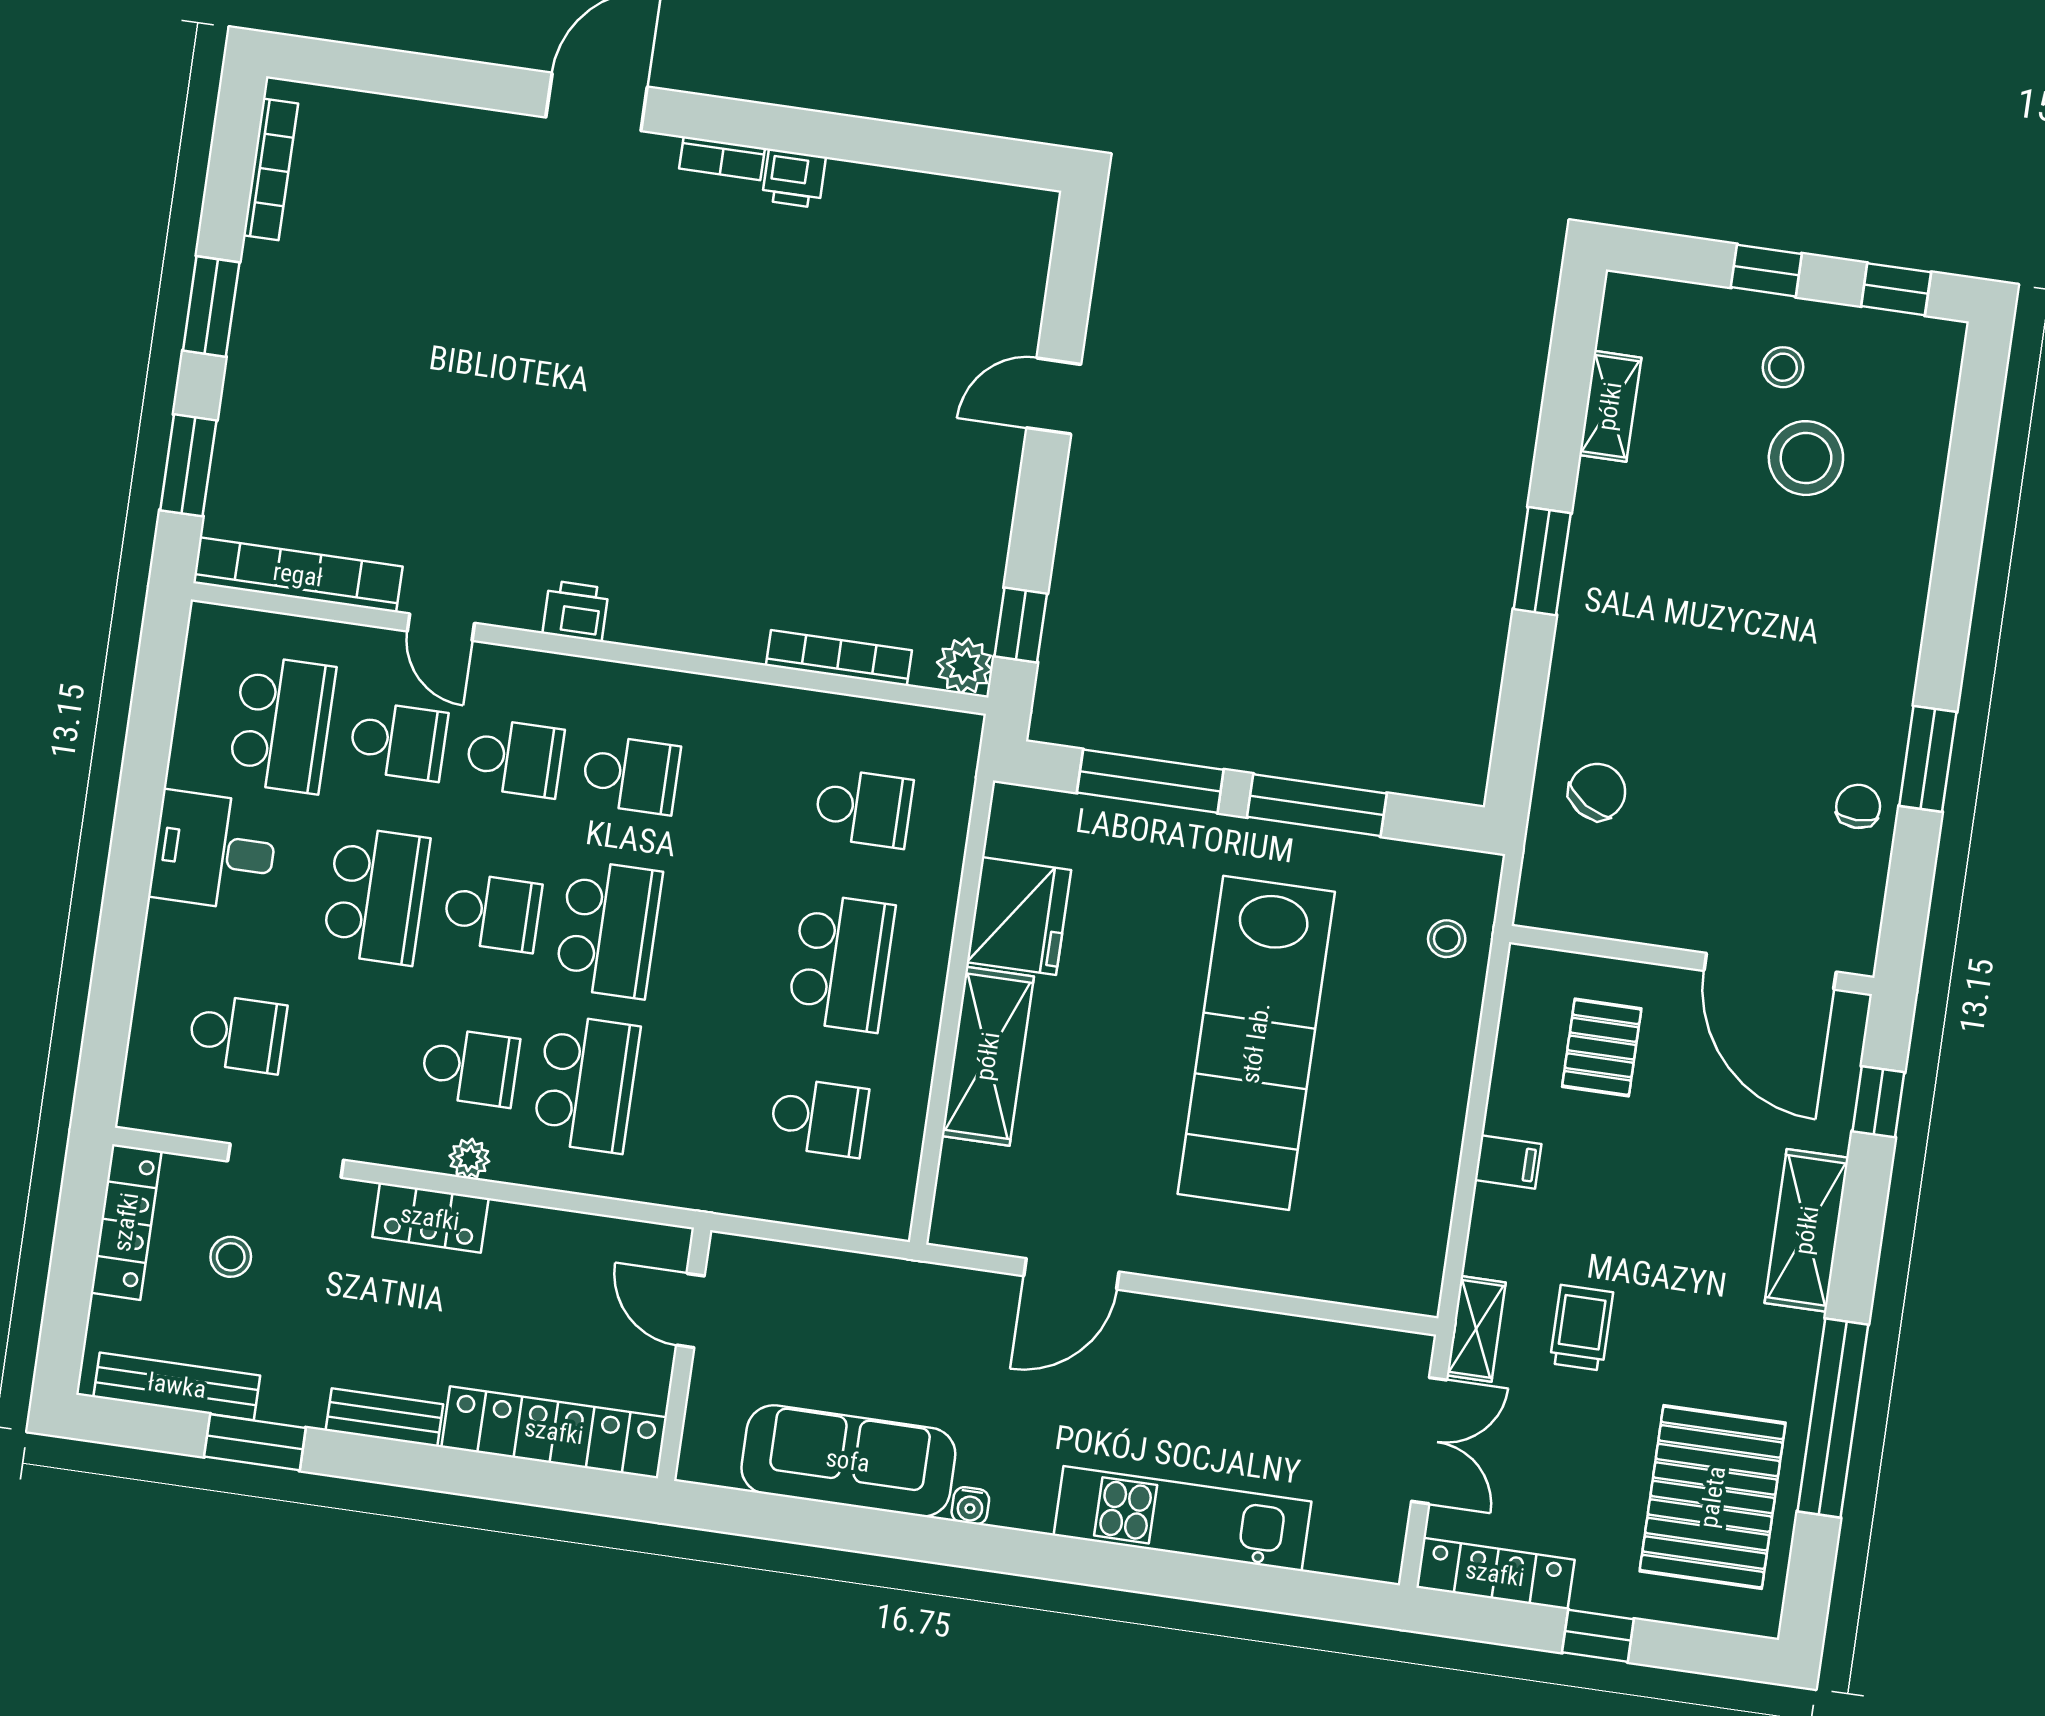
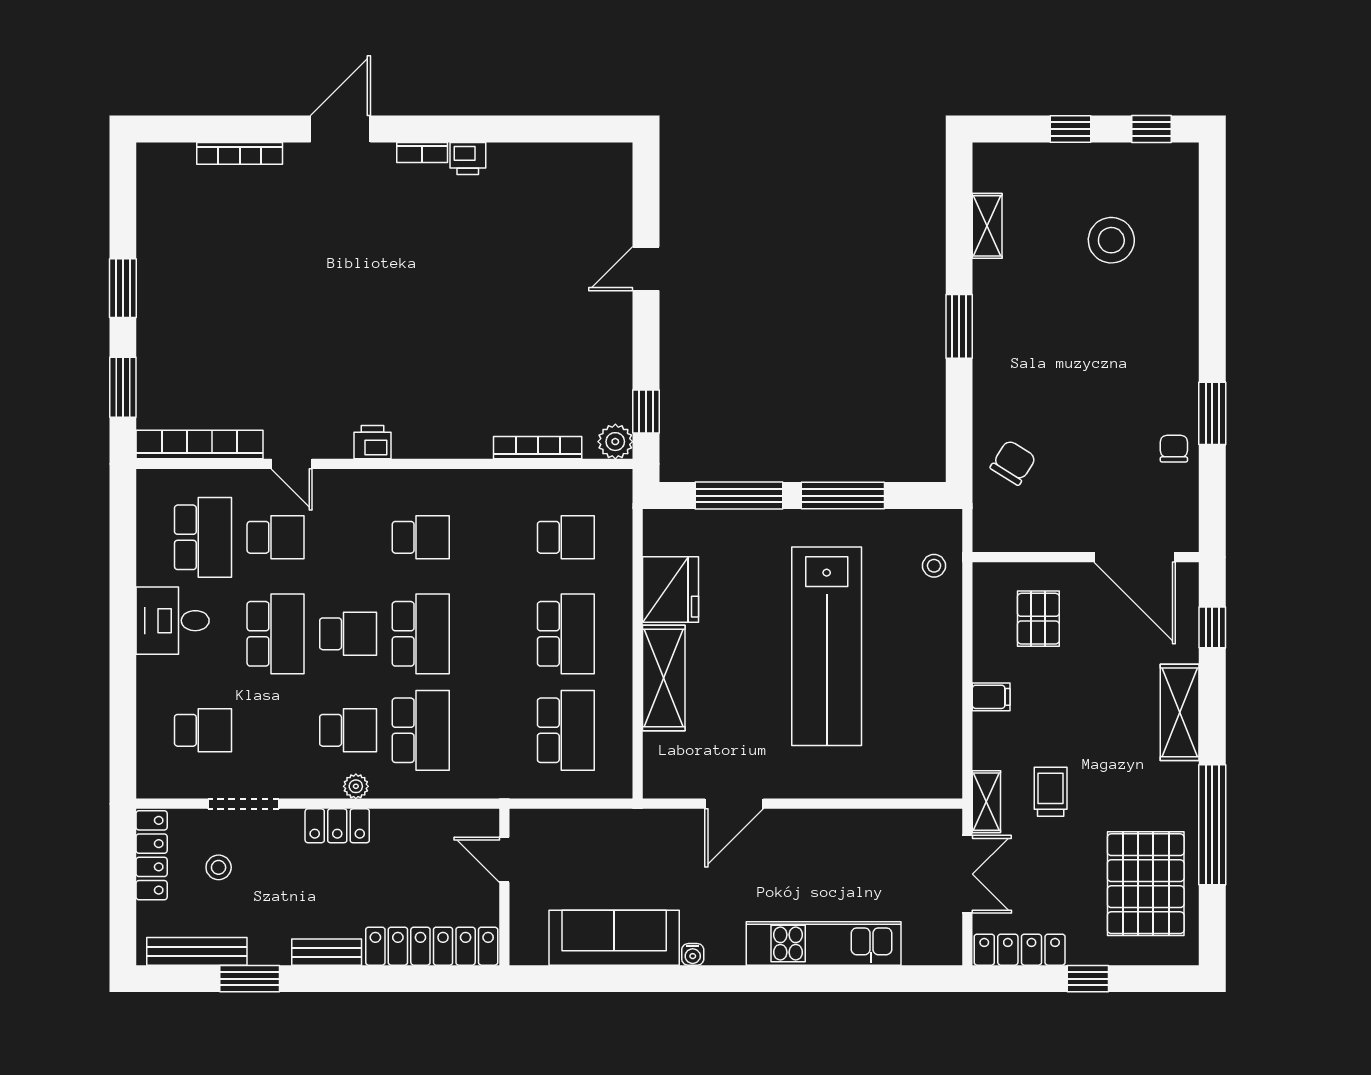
bookcase: (271, 169) -> (240, 153), moved, turned 90
stool: (1783, 367) -> (1089, 187), removed
school desk: (515, 758) -> (348, 537), removed
school desk: (819, 1117) -> (566, 730), width x1.85

